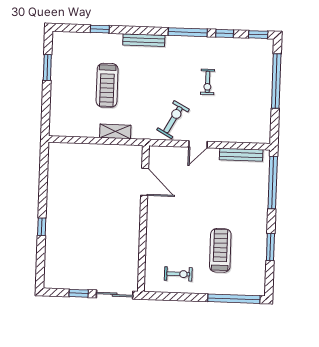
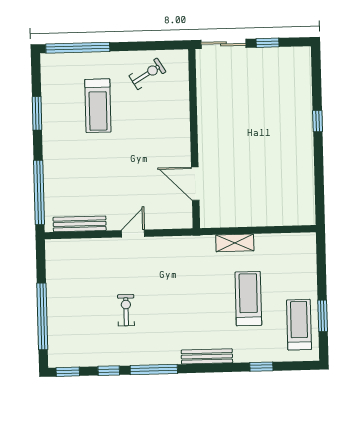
treadmill: (67, 61) -> (299, 325), added
exercise bike: (173, 120) -> (165, 262), removed
exercise bike: (178, 274) -> (147, 74), turned 149

